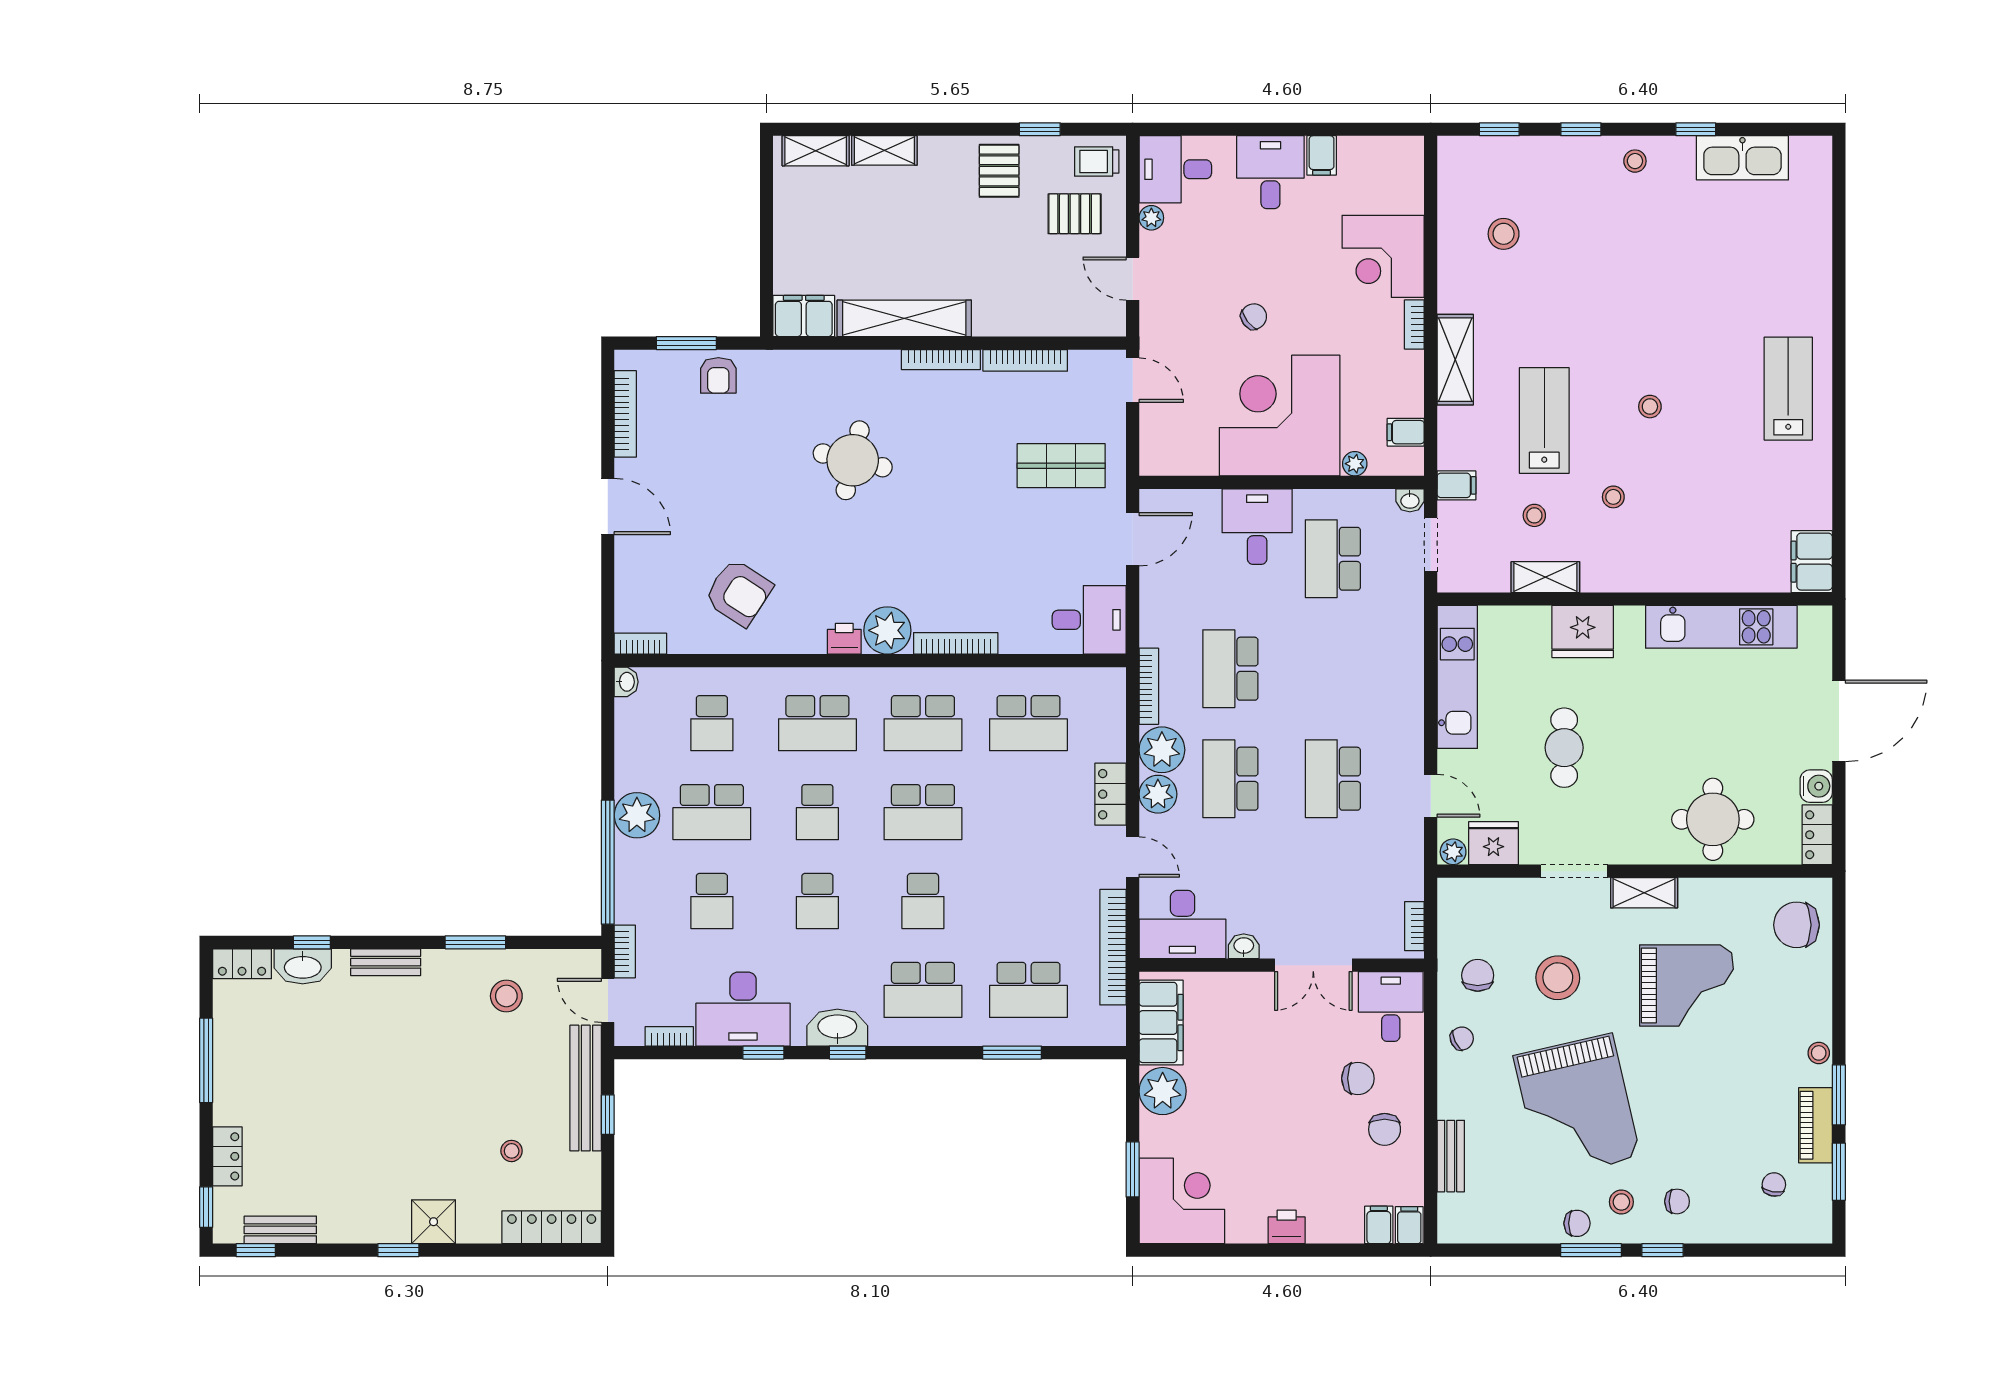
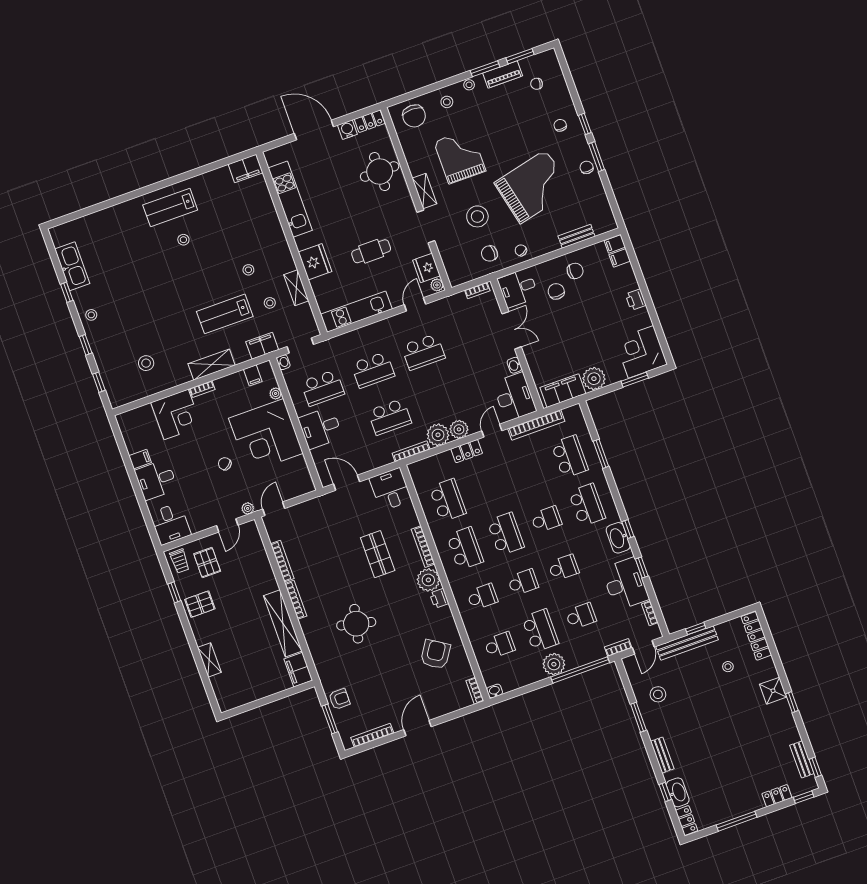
shelving: (816, 151) -> (221, 691), removed
plant: (1151, 218) -> (248, 508), moved
stool: (1650, 407) -> (183, 240), moved
shop shelf: (1061, 466) -> (378, 554), moved
filing cabinet: (1456, 485) -> (262, 346), width x2.00
school desk: (817, 723) -> (482, 597), width x0.54
school desk: (1230, 779) -> (373, 370), moved
stool: (1621, 1202) -> (447, 102), moved

